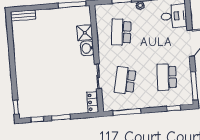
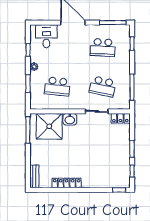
shower: (85, 33) -> (49, 126), width x1.86, depth x1.86
locker: (19, 50) -> (67, 183), added

